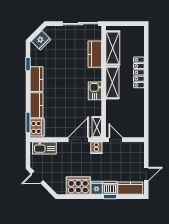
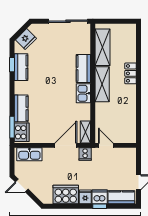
kitchen counter: (95, 54) -> (83, 68), moved
locker: (139, 72) -> (131, 73), width x0.66
kitchen counter: (37, 79) -> (21, 67), moved

